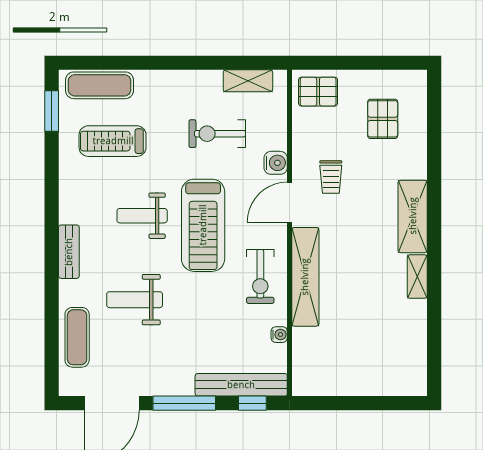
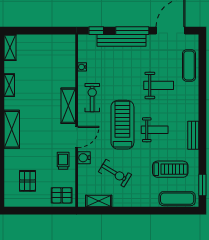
exercise bike: (217, 134) -> (115, 173), turned 31
trolley: (331, 177) -> (63, 161), moved
bench: (69, 252) -> (193, 135), moved
shelving: (305, 277) -> (68, 106), width x0.68
shelving: (417, 277) -> (9, 85), moved
shelving: (416, 371) -> (10, 48), added
bench: (241, 385) -> (121, 40), moved

